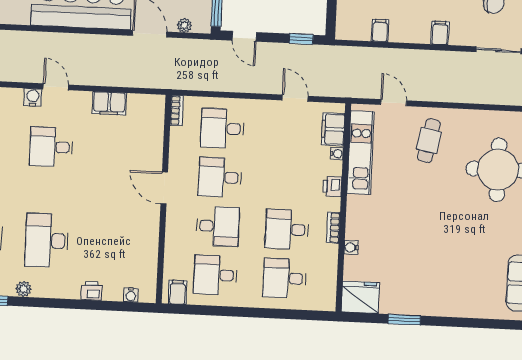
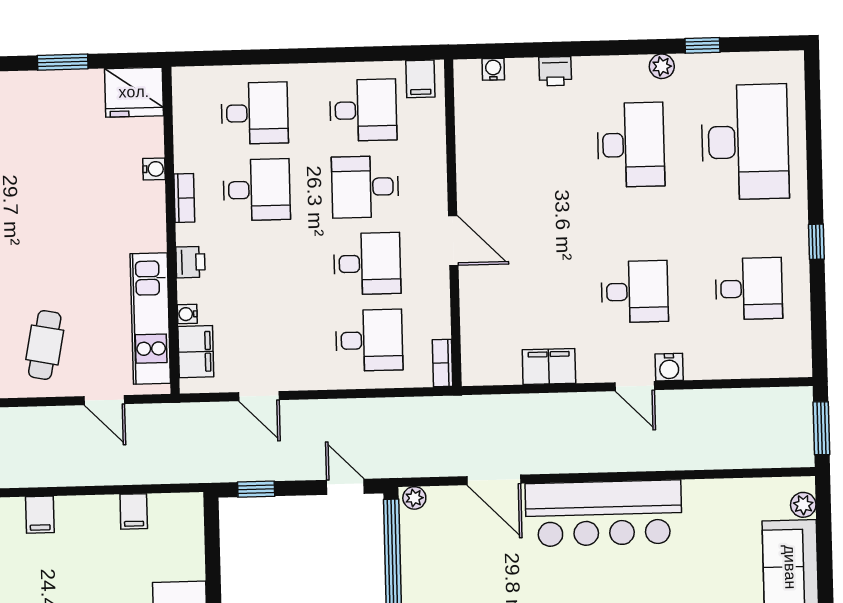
plant: (184, 25) -> (414, 498), moved

